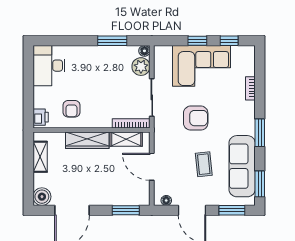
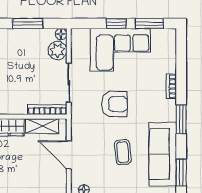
window: (229, 41) -> (149, 24), width x1.50
bookcase: (250, 88) -> (171, 86), moved

